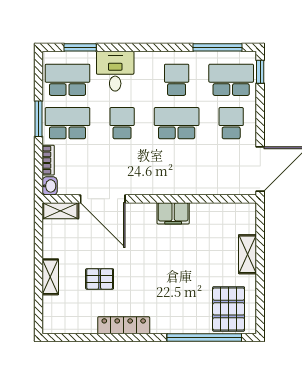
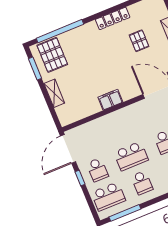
window: (260, 72) -> (80, 178), moved
pallet: (100, 279) -> (139, 41), turned 90
window: (260, 300) -> (35, 68), added

